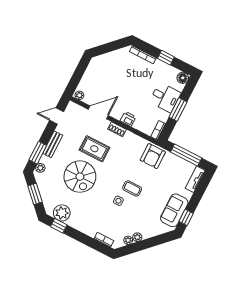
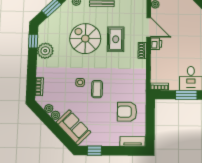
printer: (128, 119) -> (156, 44), moved
window: (186, 155) -> (150, 122), removed
armchair: (153, 156) -> (127, 112), moved
spiral stairs: (80, 177) -> (85, 39), turned 90
sofa: (174, 210) -> (73, 127), moved, turned 45
plant: (62, 213) -> (45, 51), moved

